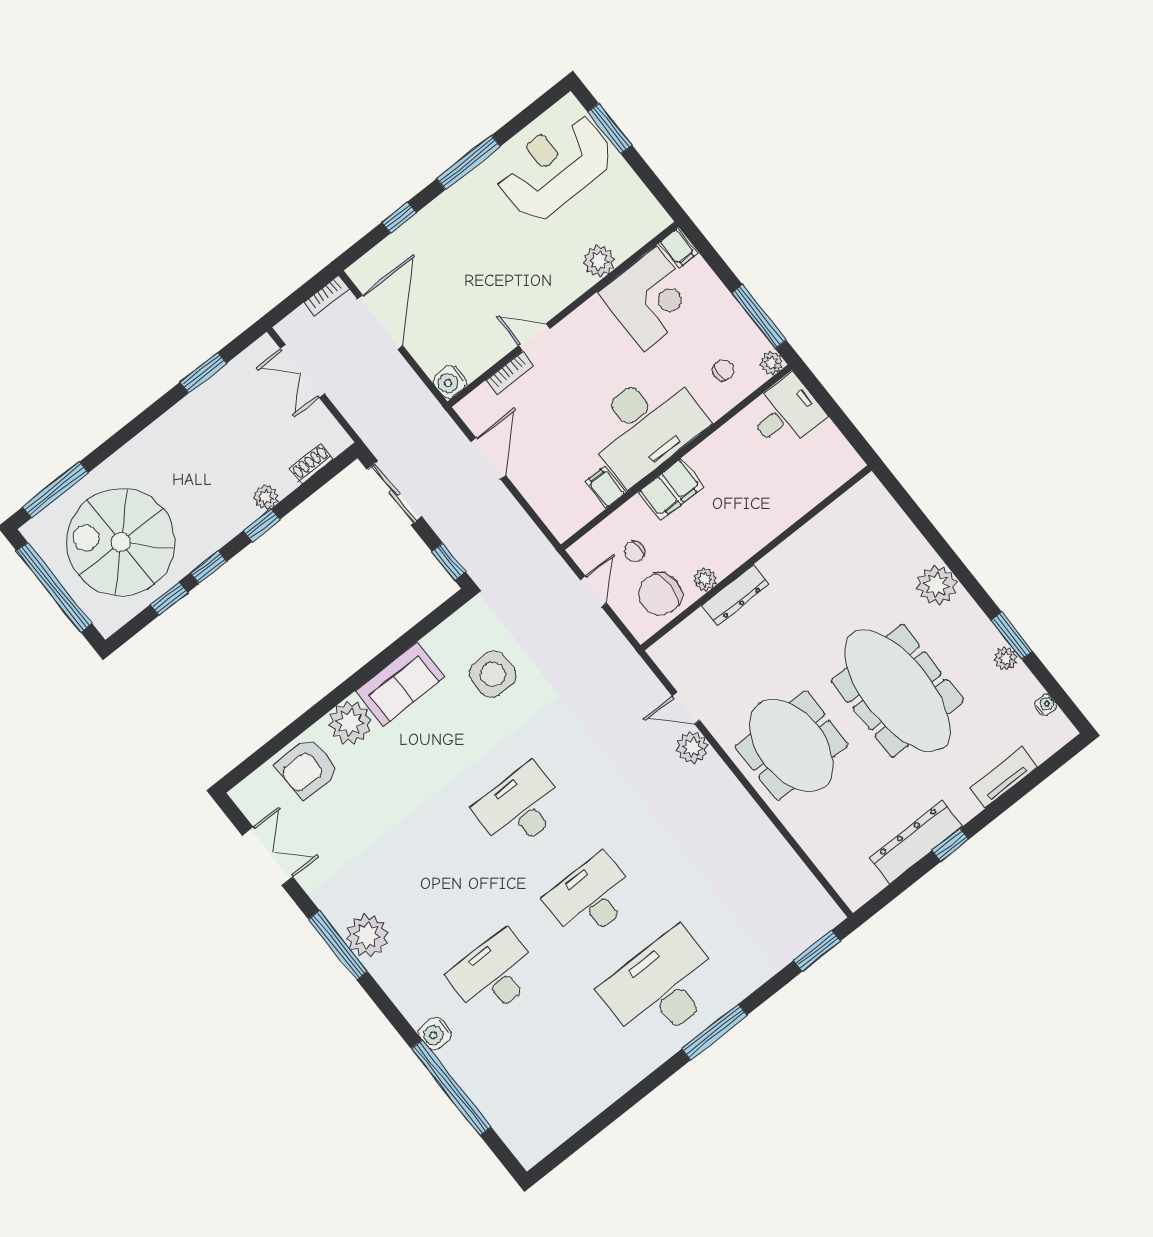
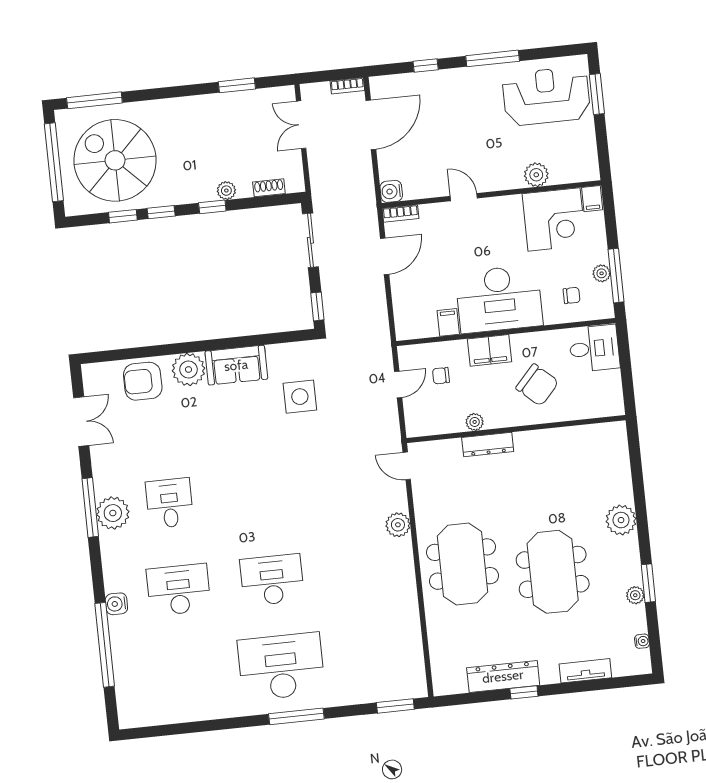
plant: (771, 363) -> (602, 273), moved
bookcase: (510, 373) -> (401, 214), moved
chair: (660, 594) -> (537, 385), moved, turned -138
meeting table: (897, 691) -> (553, 572), width x0.73
door: (686, 708) -> (407, 466), moved
desk: (520, 808) -> (170, 503), moved, width x0.73

